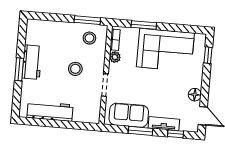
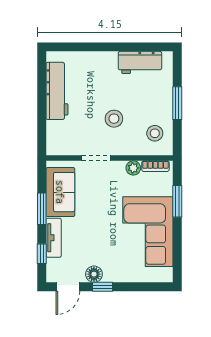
window: (87, 20) -> (177, 103), moved
window: (208, 55) -> (103, 287), moved
workbench: (32, 62) -> (140, 62), moved
window: (19, 69) -> (107, 47), removed

